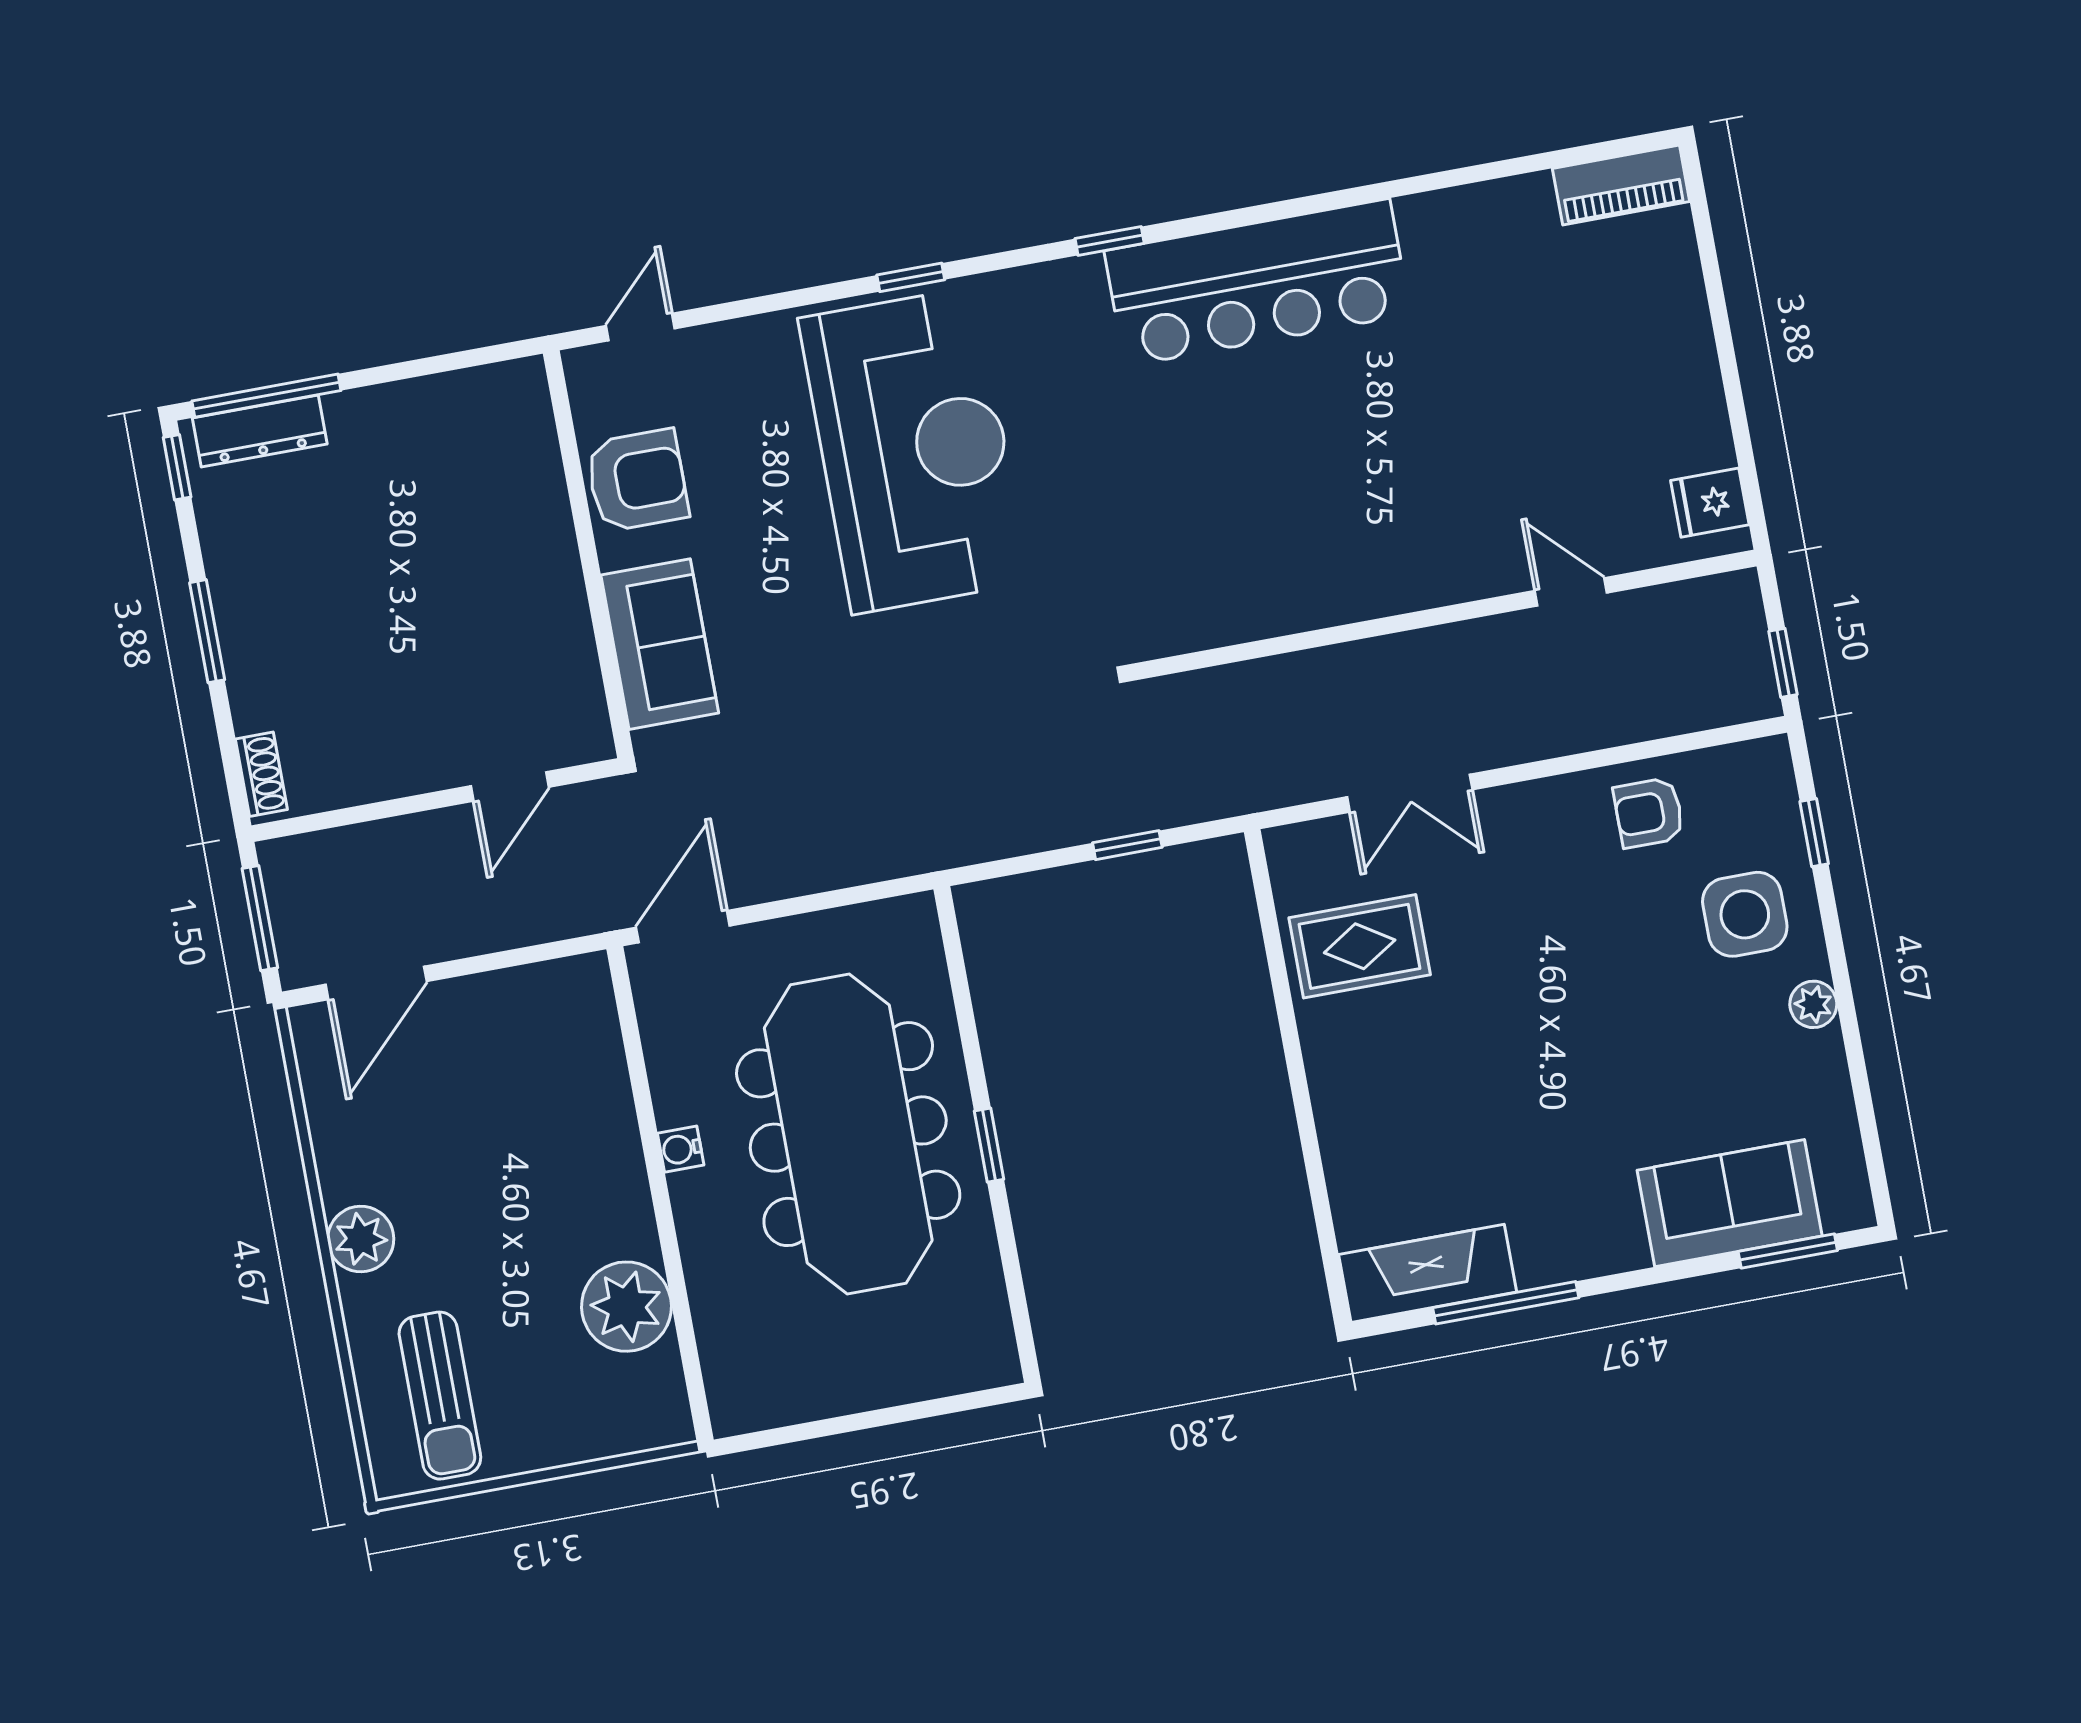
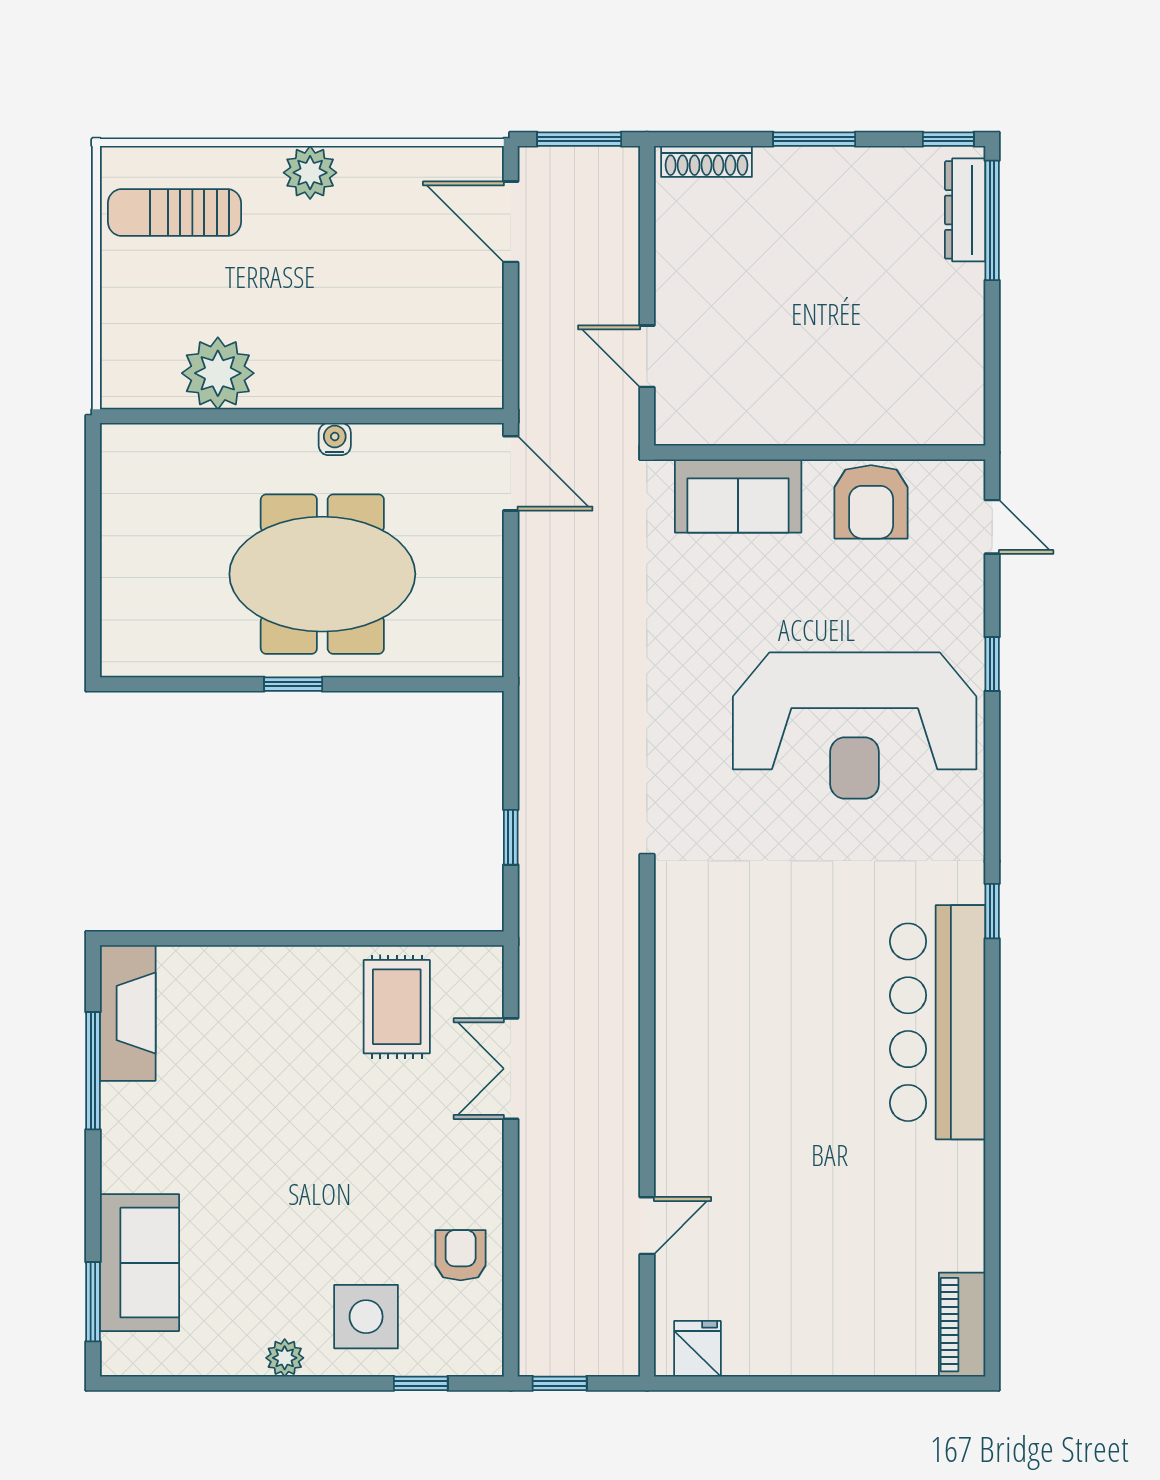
window: (911, 277) -> (992, 664), moved
shoe rack: (261, 774) -> (706, 161), width x1.43
meeting table: (848, 1134) -> (322, 574), width x0.73

